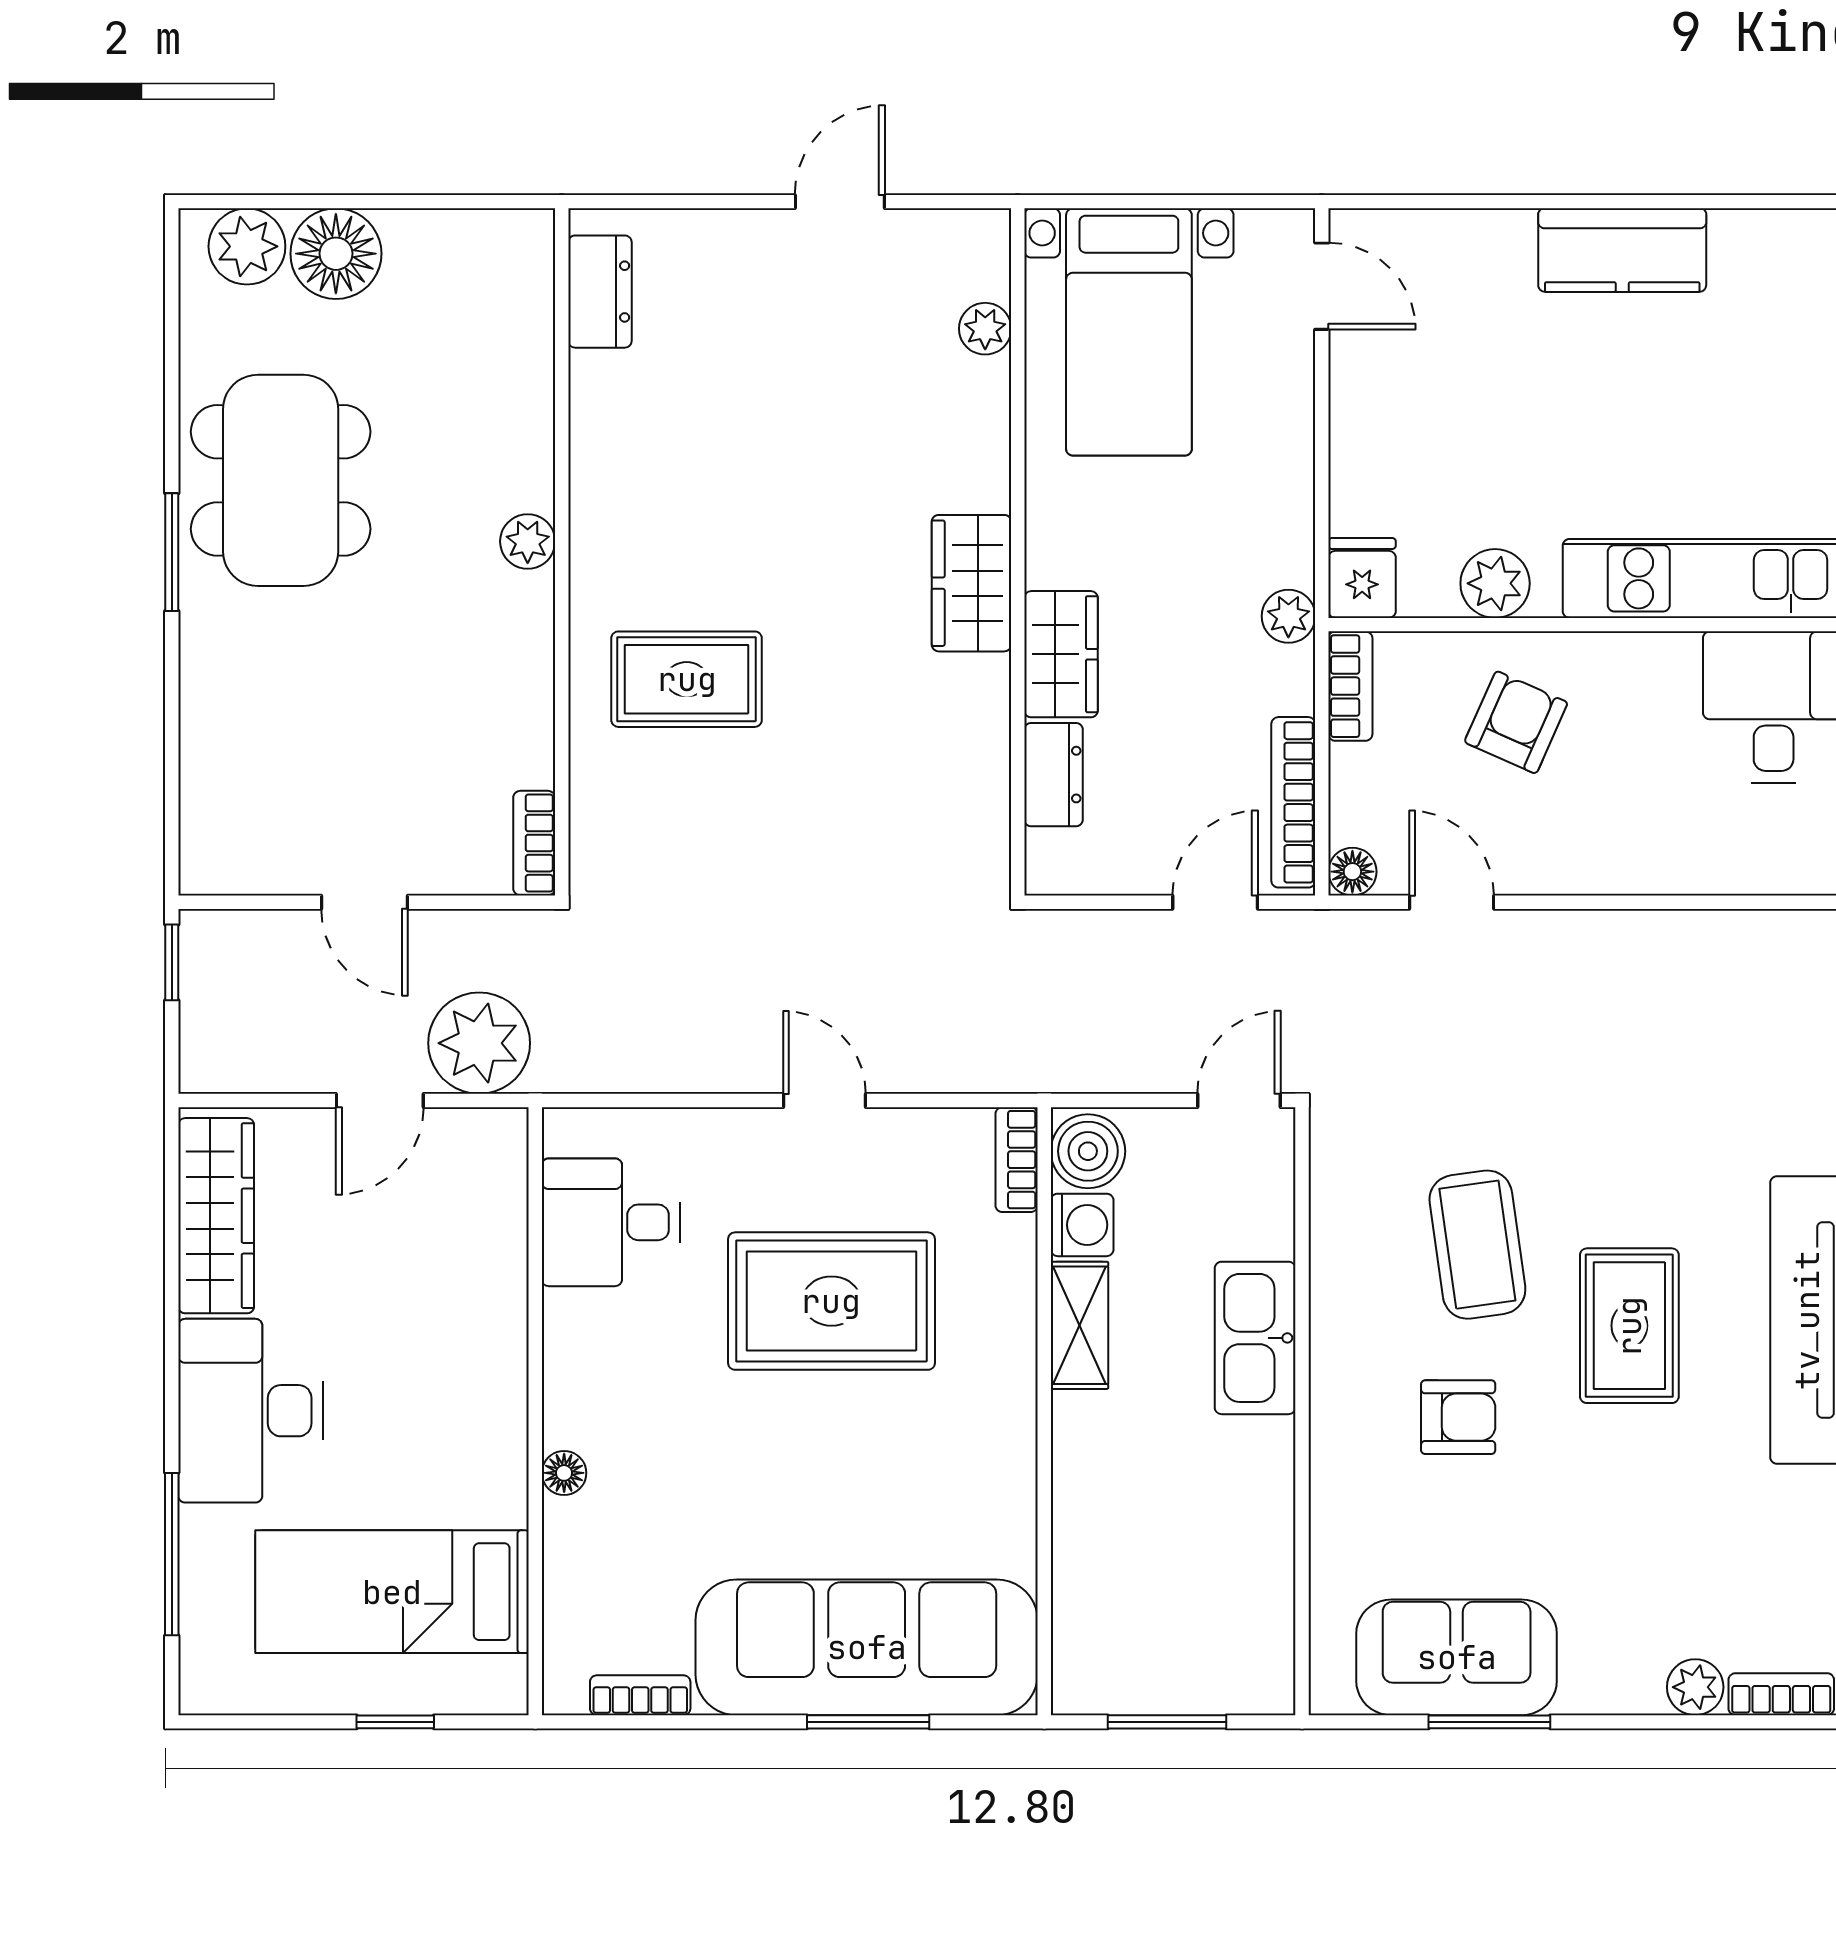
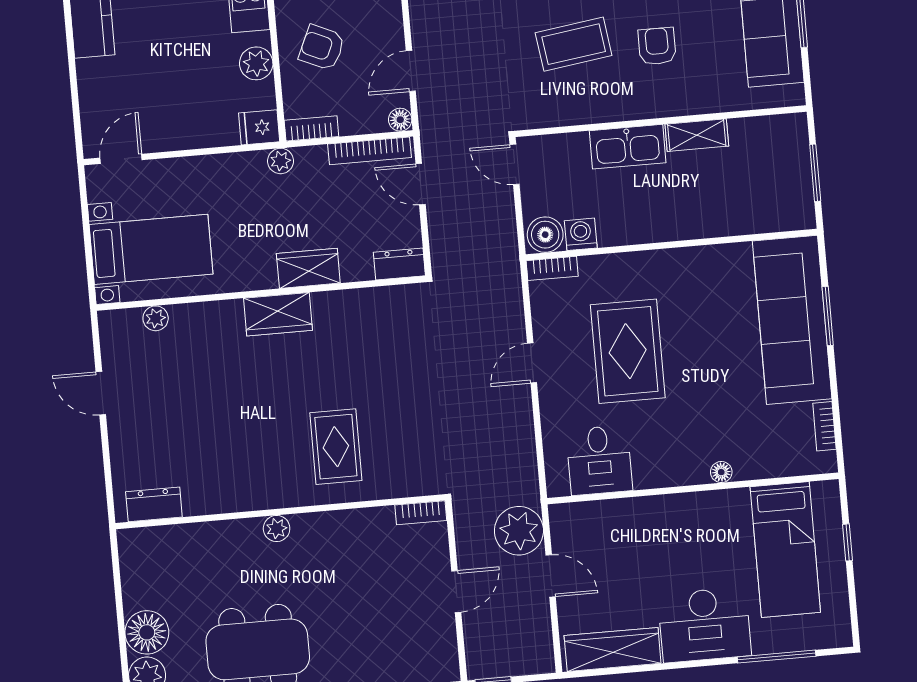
dresser: (1054, 775) -> (399, 264), moved
shelving: (1079, 1325) -> (697, 135), moved

